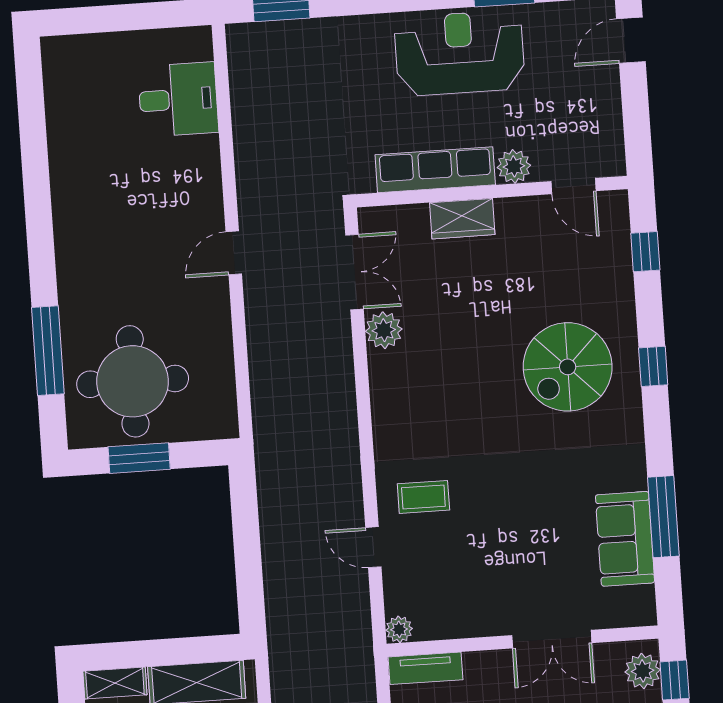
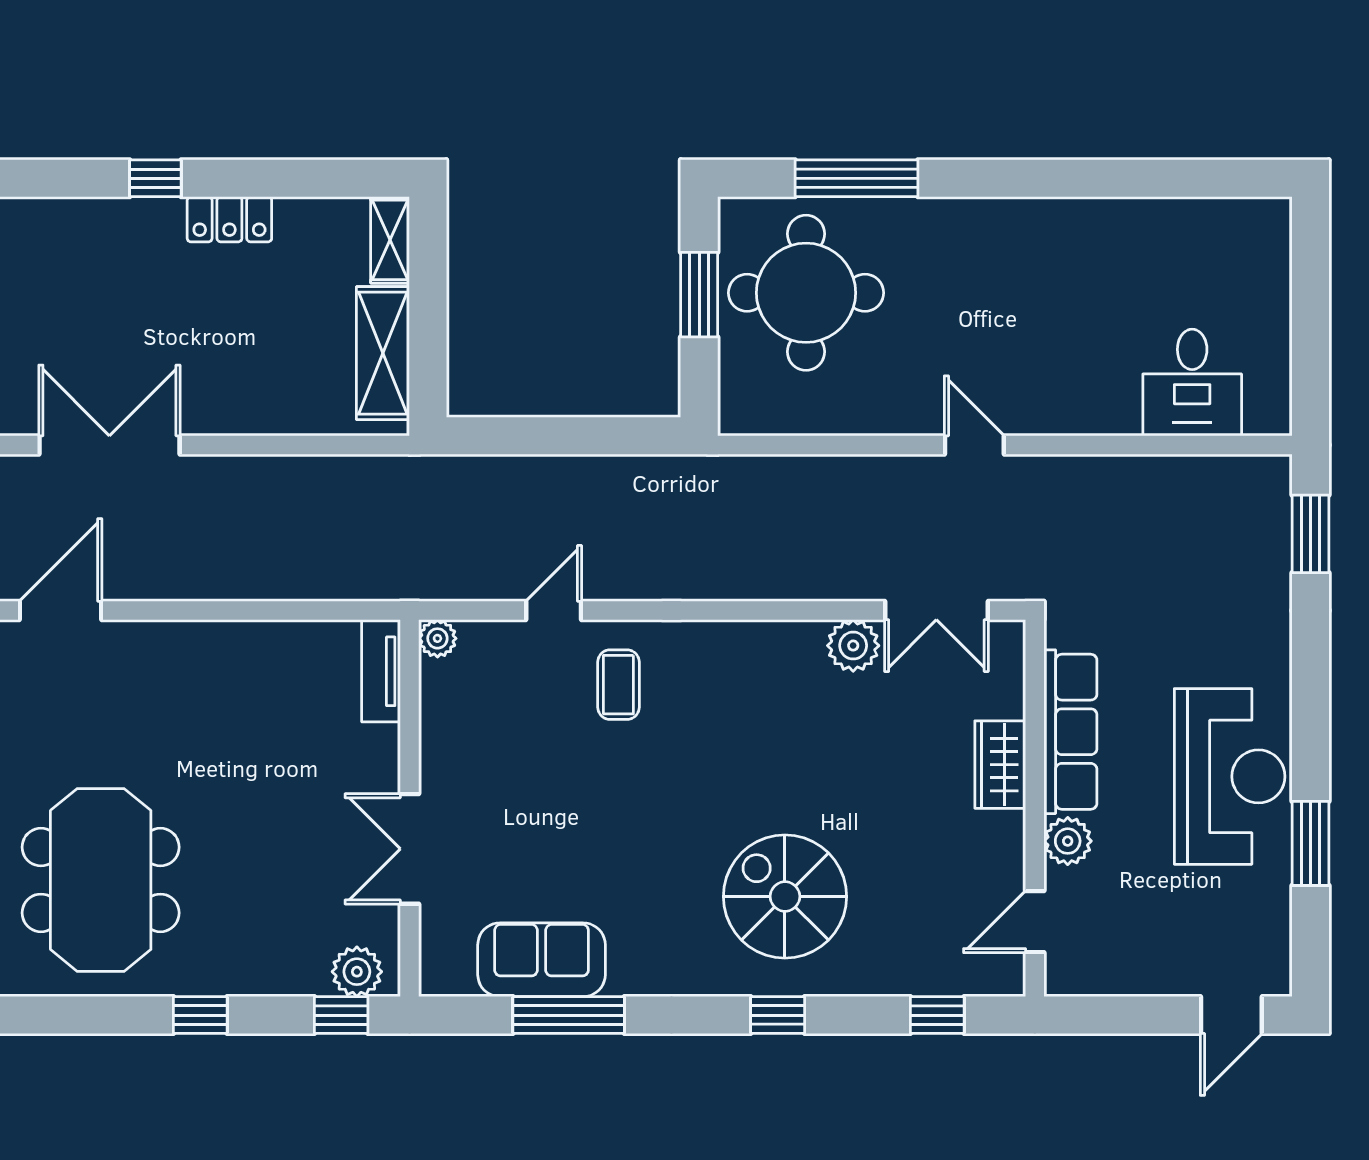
door: (631, 40) -> (1231, 1015), swing flipped

